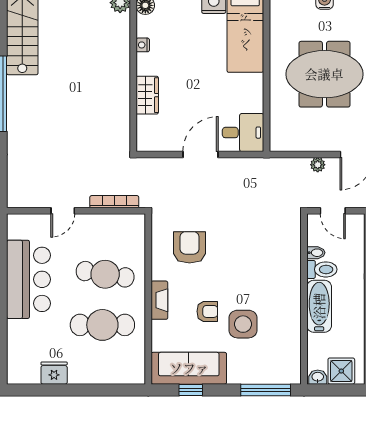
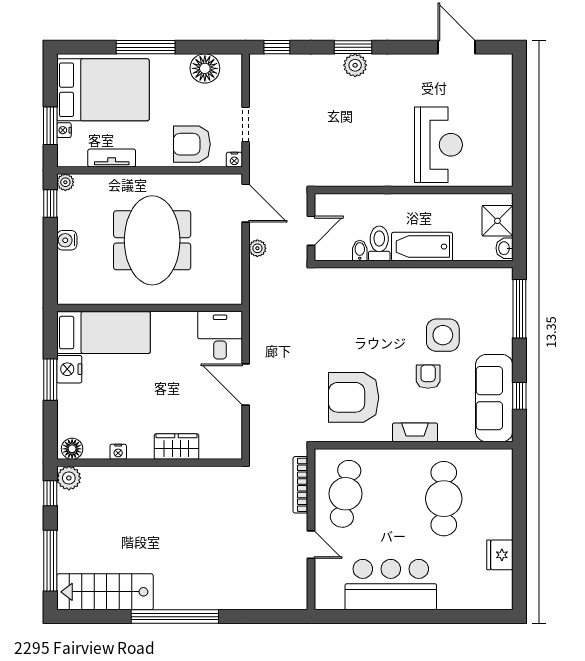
armchair: (190, 247) -> (354, 397), width x1.36, depth x1.36
cafe table: (105, 274) -> (346, 494), moved

